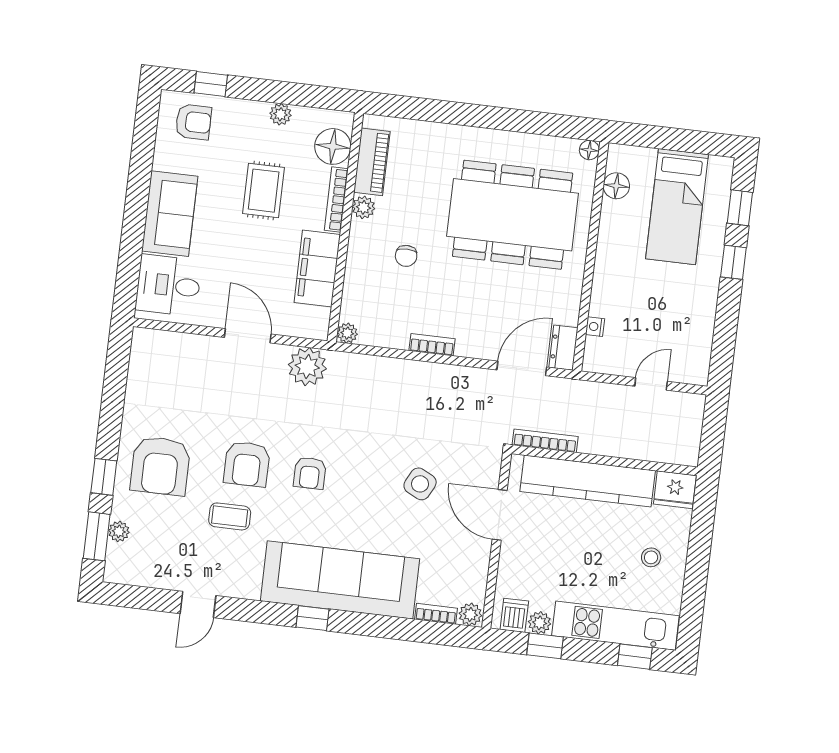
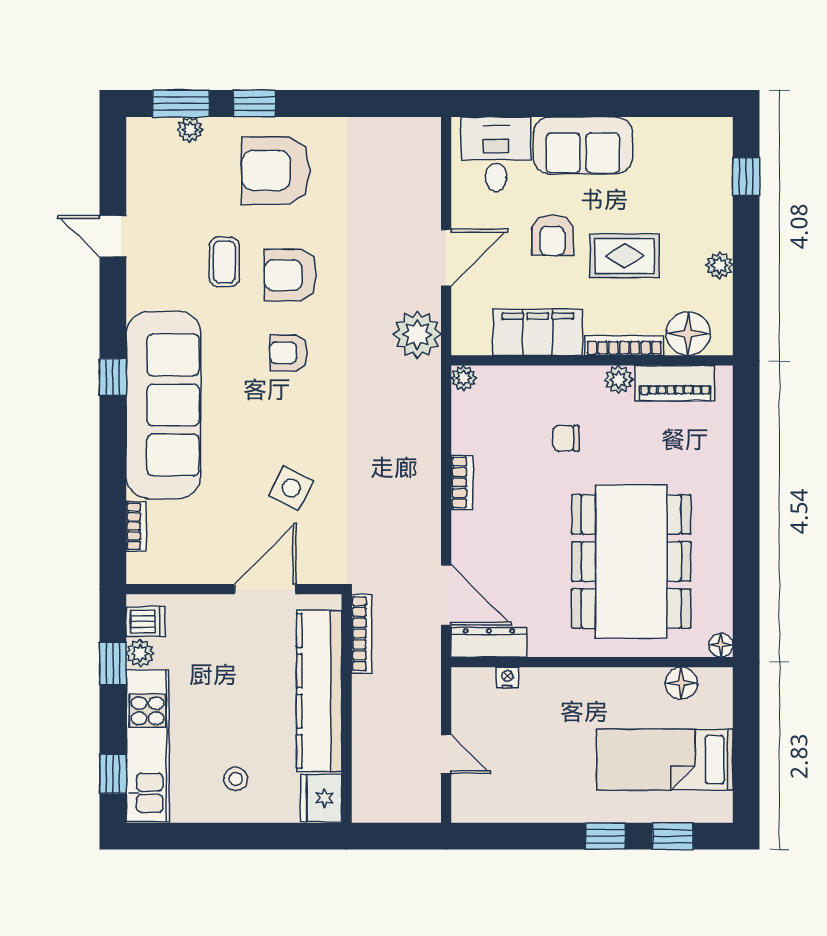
armchair: (193, 122) -> (552, 235), moved
dresser: (563, 348) -> (489, 642), width x1.44
plant: (470, 614) -> (140, 568), removed

